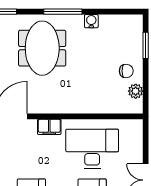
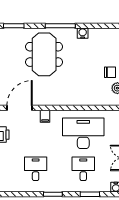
filing cabinet: (49, 127) -> (45, 116), width x0.50

